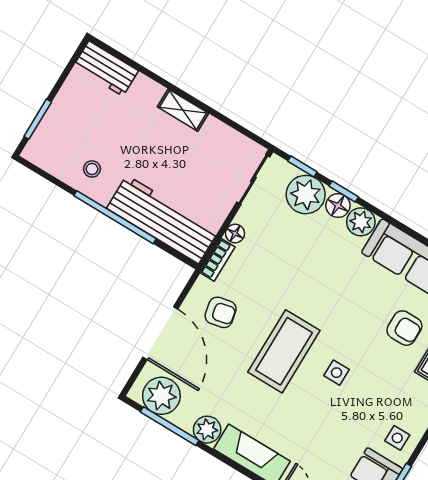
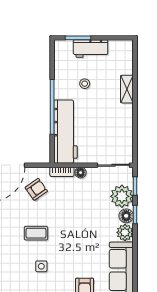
workbench: (106, 69) -> (91, 49), moved, turned -90
shelving: (183, 110) -> (127, 89), moved
stool: (92, 169) -> (85, 84), moved
armchair: (221, 312) -> (36, 189), turned -113
coffee table: (284, 351) -> (36, 233), width x0.54, depth x0.58

